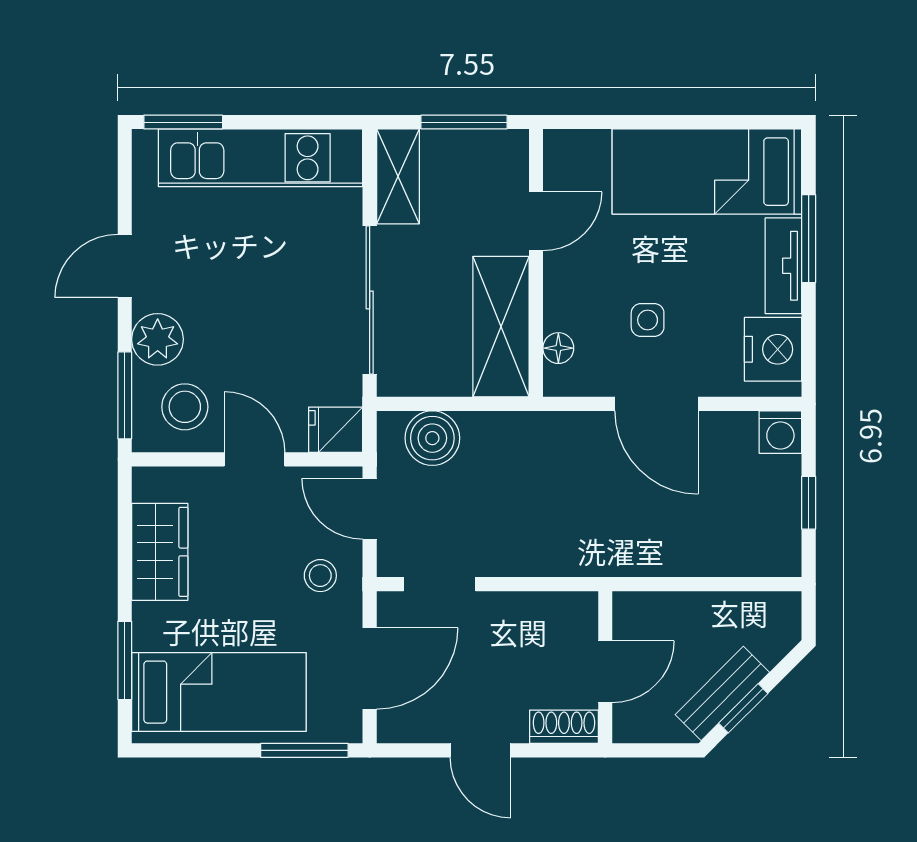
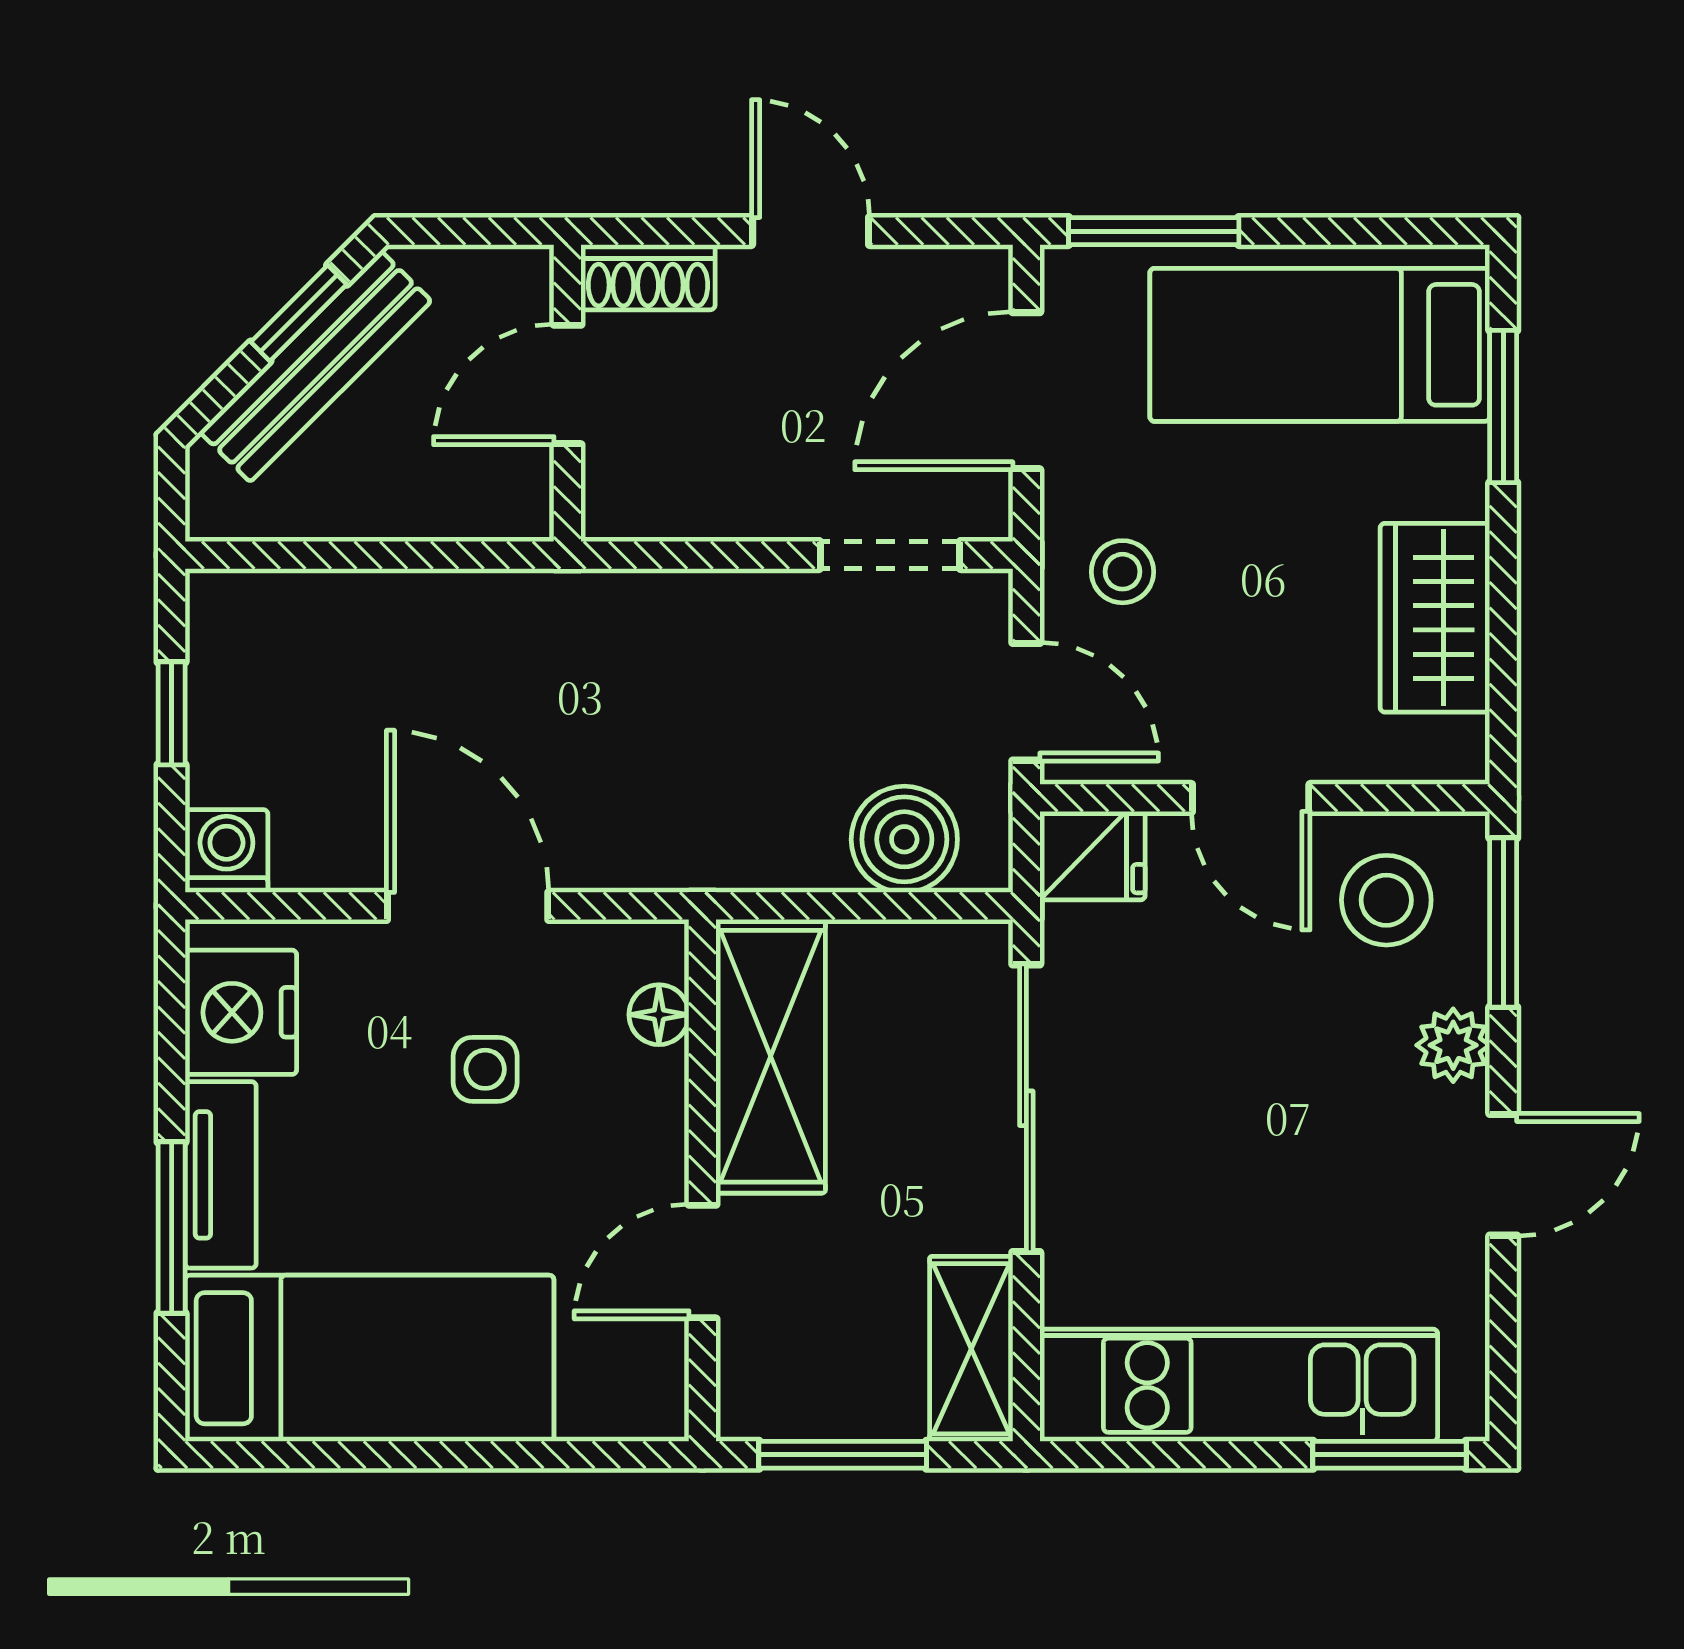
plant: (158, 339) -> (1453, 1045), width x0.73, depth x0.73
bench: (722, 693) -> (315, 366), width x1.36

